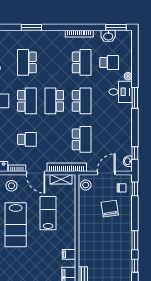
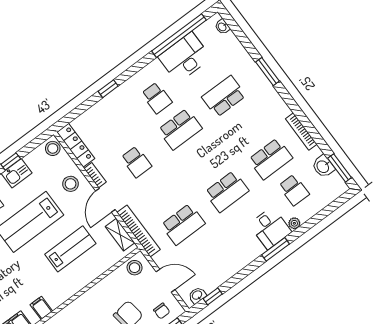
school desk: (54, 101) -> (203, 160), removed

